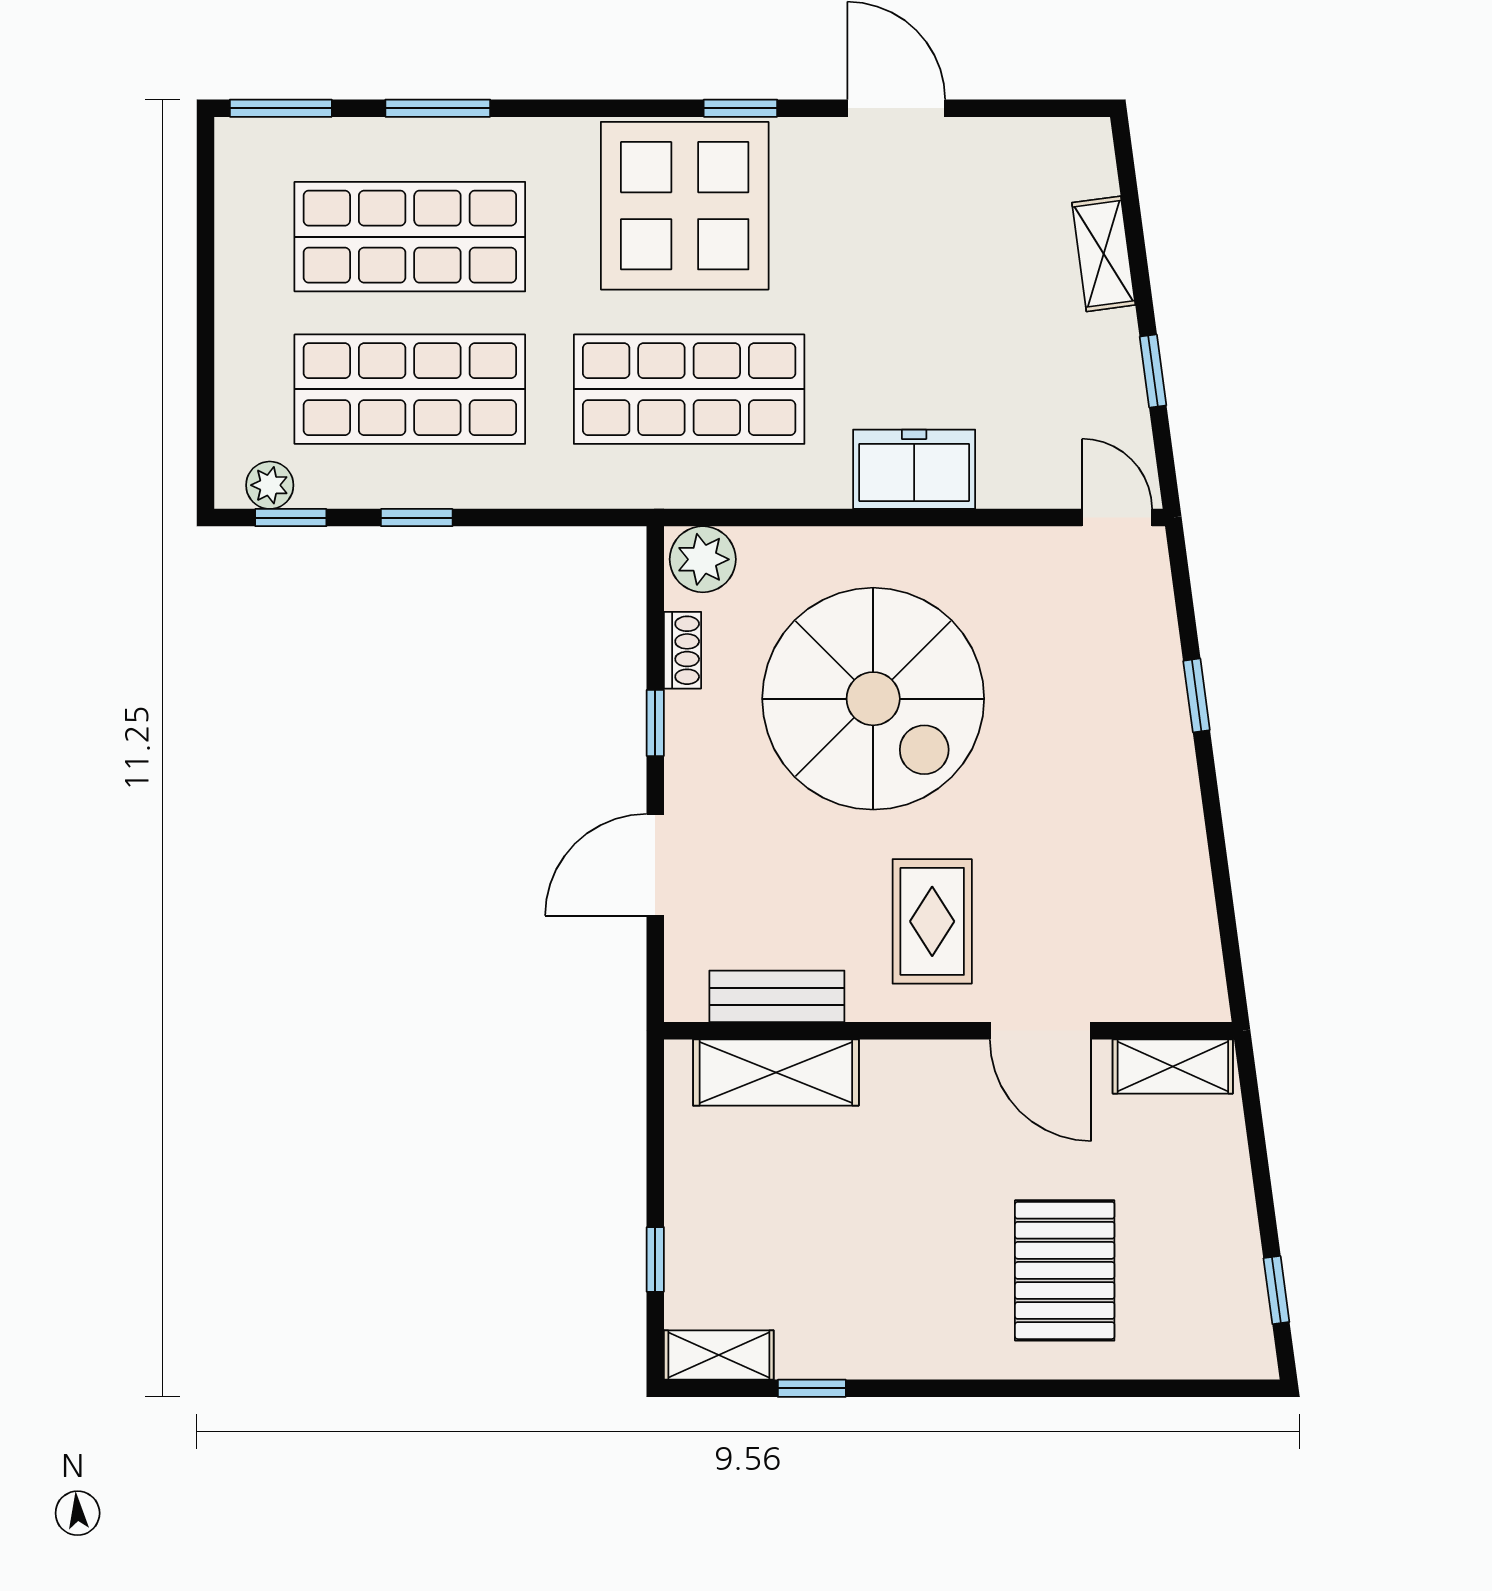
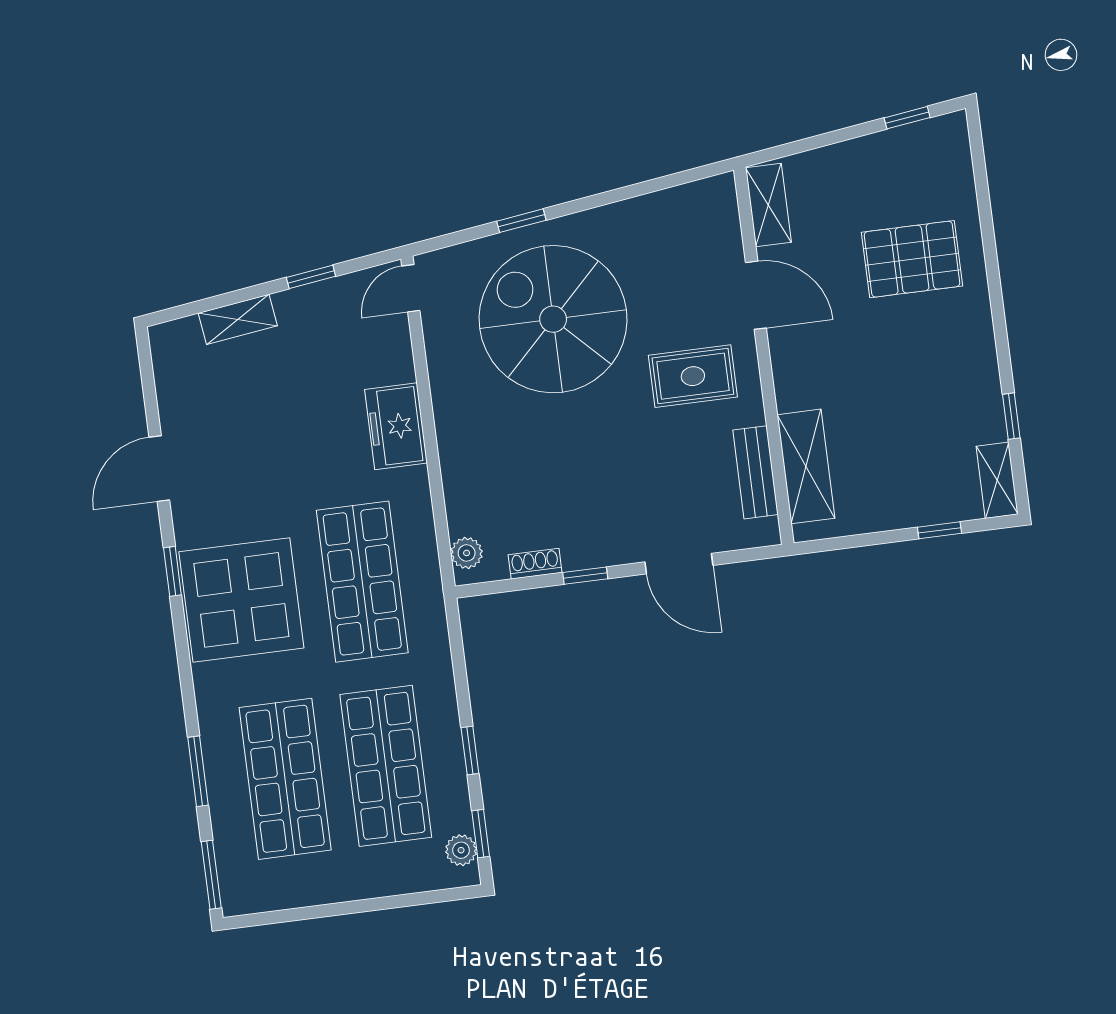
plant: (703, 559) -> (467, 553), width x0.73, depth x0.73
spiral stairs: (873, 699) -> (553, 319), moved, turned -90
door: (1041, 1031) -> (756, 295), hinge flipped

